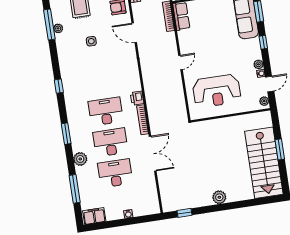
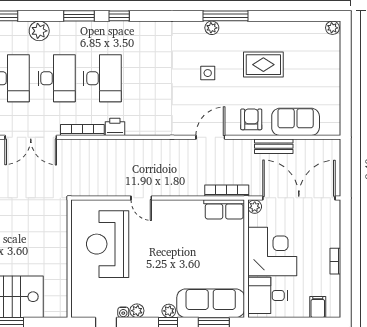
window: (49, 25) -> (225, 16), moved
plant: (58, 28) -> (212, 28), moved
door: (181, 62) -> (141, 198), moved
window: (59, 86) -> (119, 16), moved
plant: (264, 101) -> (169, 311), moved

